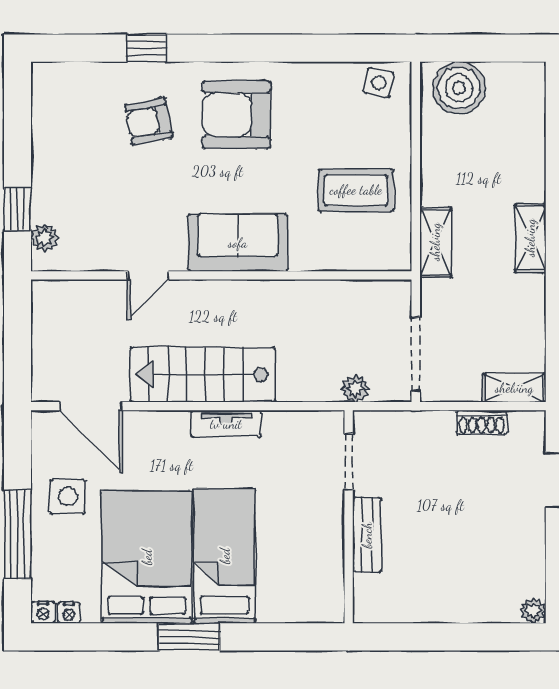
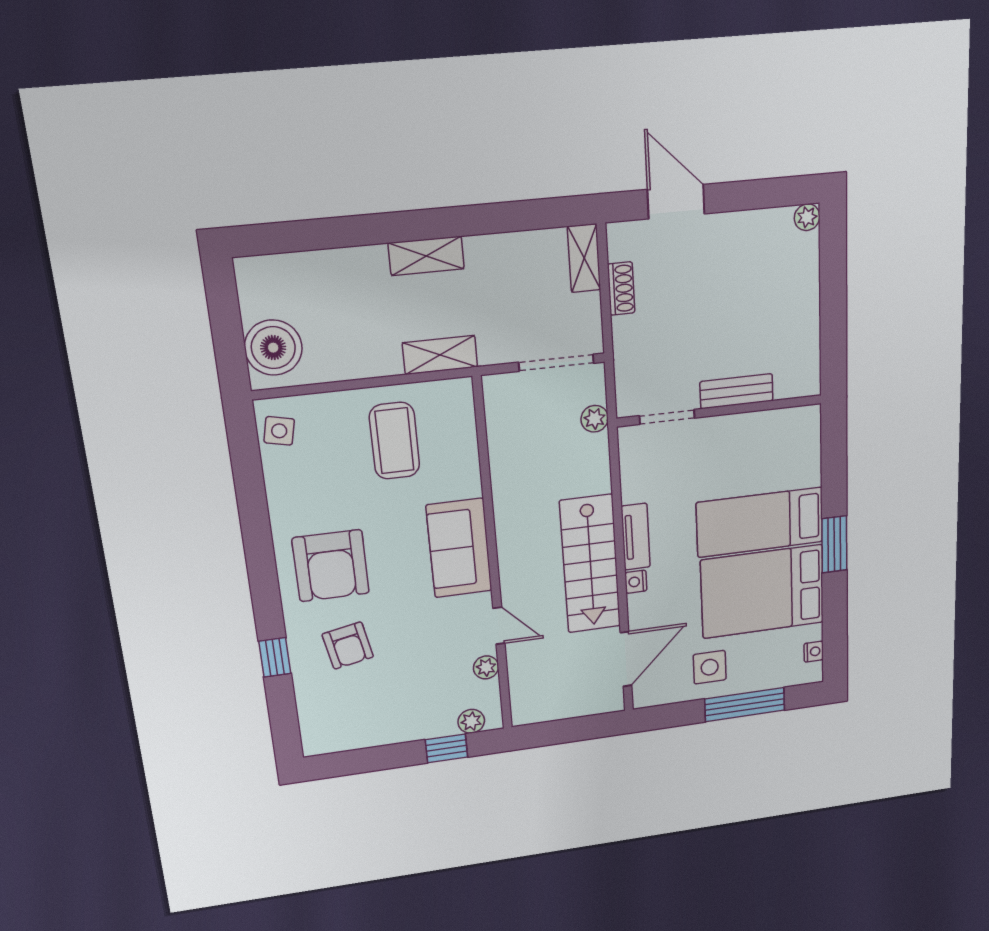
plant: (104, 258) -> (486, 667), added
nightstand: (43, 612) -> (636, 582), moved, turned 180

